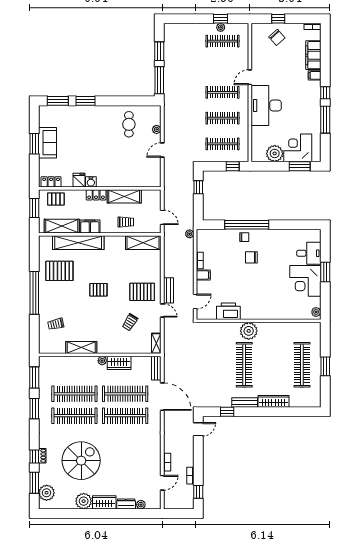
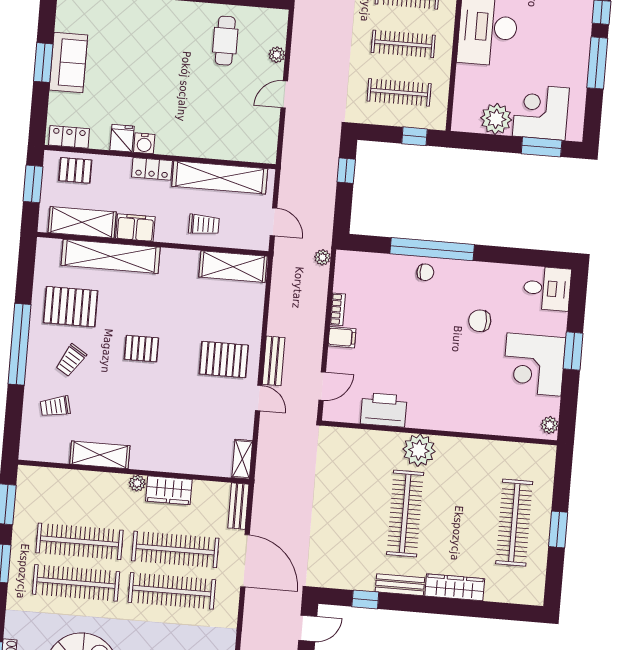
shelving: (124, 196) -> (220, 177), width x1.47
desk: (309, 253) -> (547, 288), moved
chair: (251, 257) -> (480, 321), moved
trolley: (130, 322) -> (71, 360), moved

